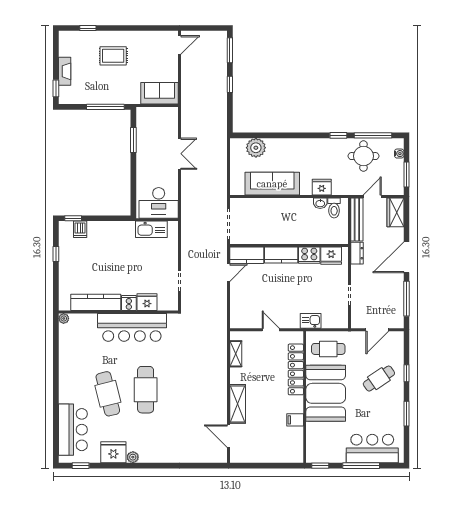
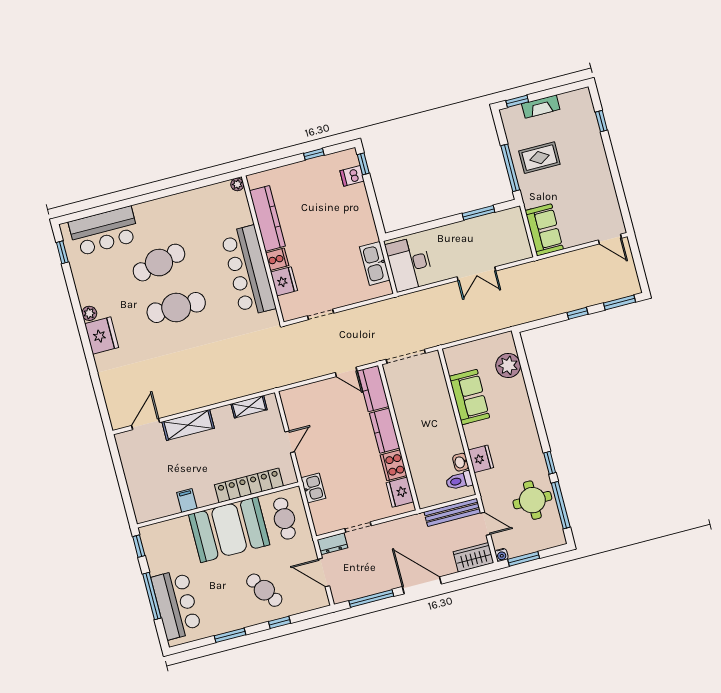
rug: (113, 56) -> (539, 158), moved, turned 90
water cooler: (399, 154) -> (501, 555), moved
sofa: (272, 184) -> (469, 397), width x0.73
dresser: (357, 253) -> (332, 544), moved
fridge: (113, 452) -> (102, 336), moved

